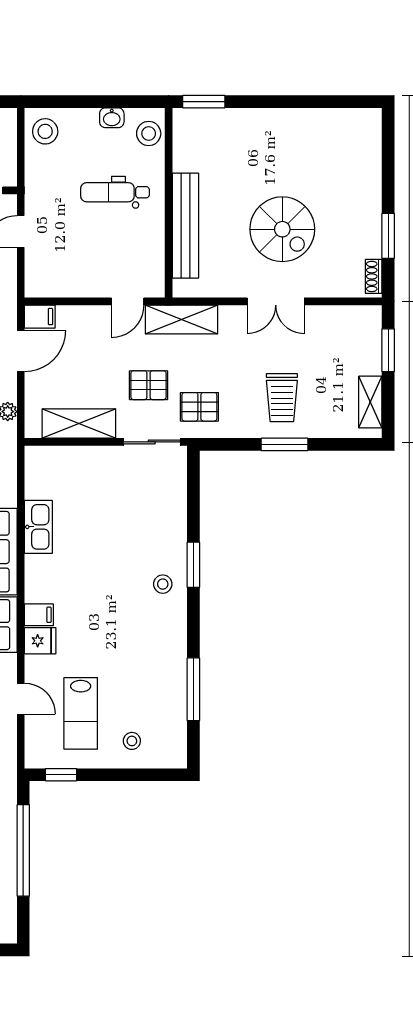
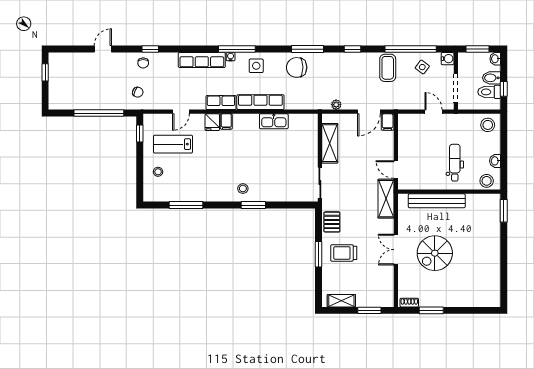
door: (21, 351) -> (369, 112), hinge flipped
pallet: (148, 385) -> (350, 181), removed
pallet: (199, 407) -> (332, 222), moved

